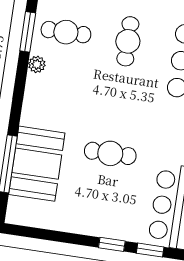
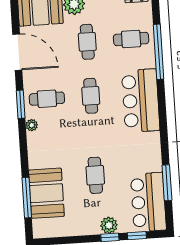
cafe table: (110, 153) -> (95, 175), turned 90
plant: (114, 227) -> (109, 225), added

